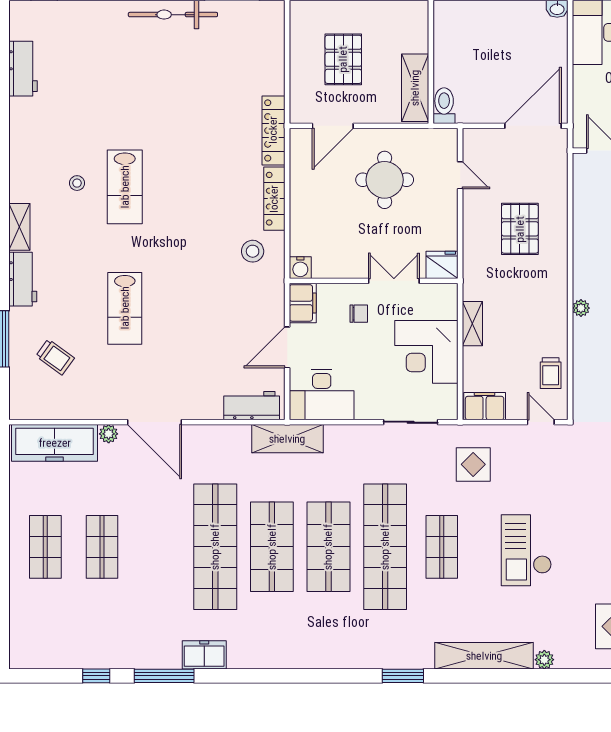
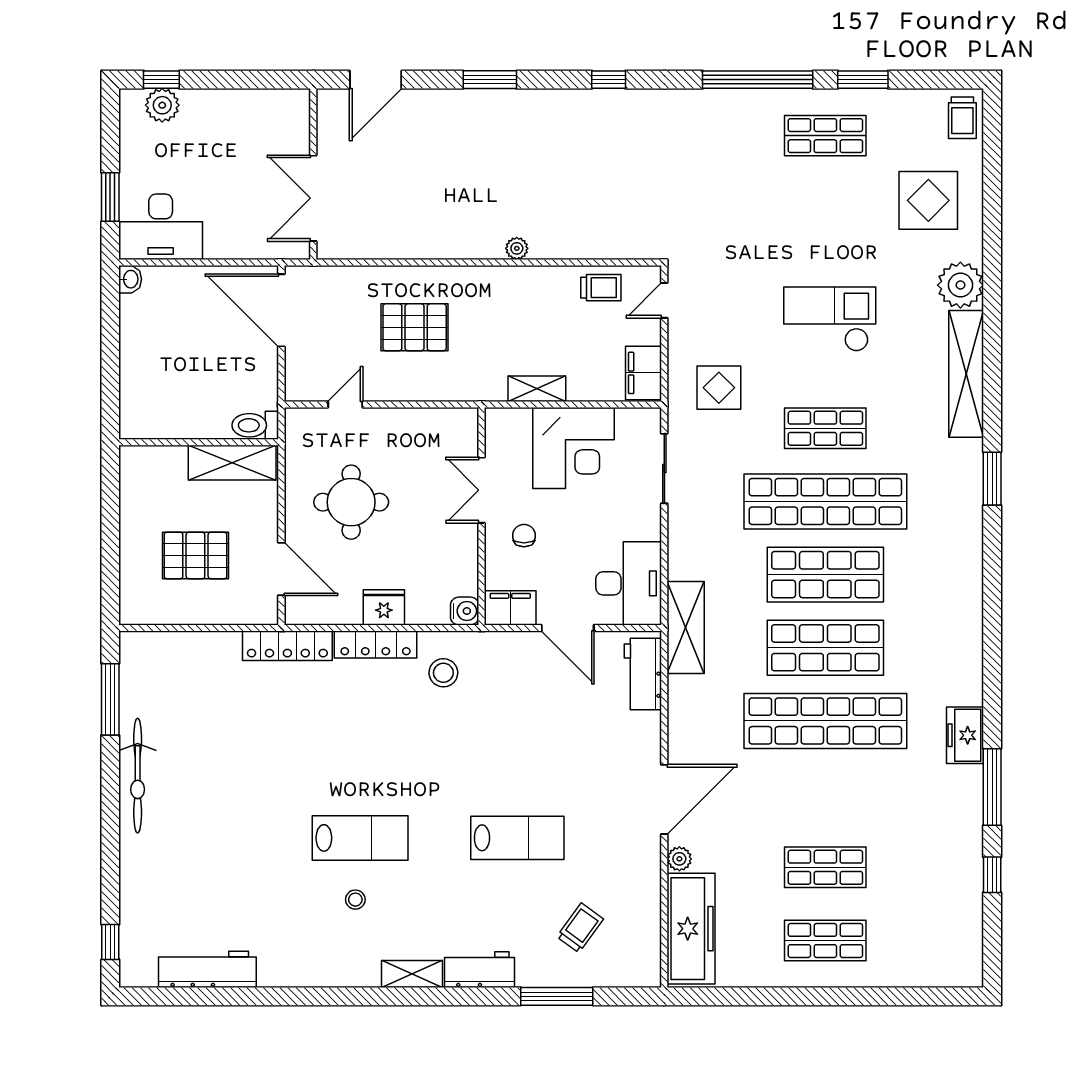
workbench: (23, 69) -> (207, 969), width x1.38
fridge: (442, 265) -> (384, 607), moved, turned 90
checkout: (526, 550) -> (830, 319), turned 180
plant: (544, 660) -> (960, 285), width x1.88, depth x1.88

